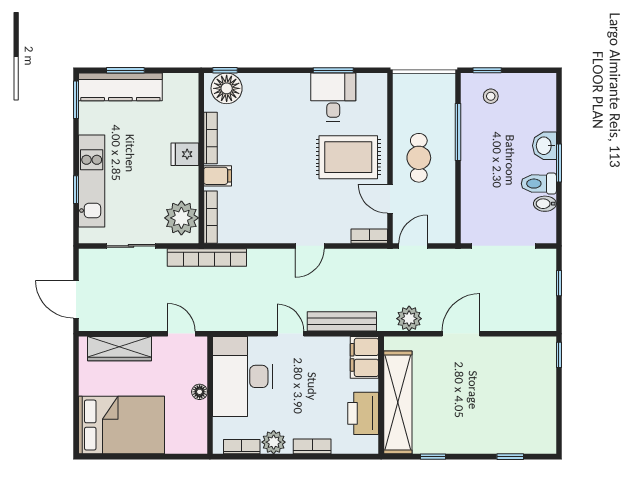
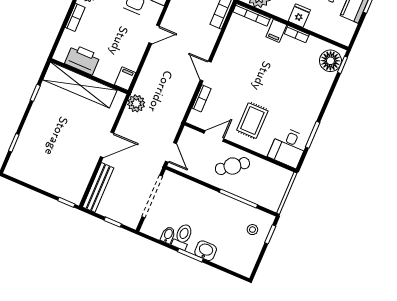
desk: (333, 97) -> (288, 147), moved, turned 90
bookcase: (210, 138) -> (297, 34), width x0.64
rug: (348, 157) -> (252, 121), width x0.73, depth x0.70
cafe table: (419, 158) -> (232, 166), turned -37
bookcase: (369, 236) -> (201, 98), moved
door: (413, 246) -> (171, 152), moved
plant: (409, 319) -> (136, 103), moved
bench: (342, 321) -> (98, 187), moved
door: (461, 334) -> (107, 145), hinge flipped
filing cabinet: (364, 357) -> (125, 79), width x0.50

